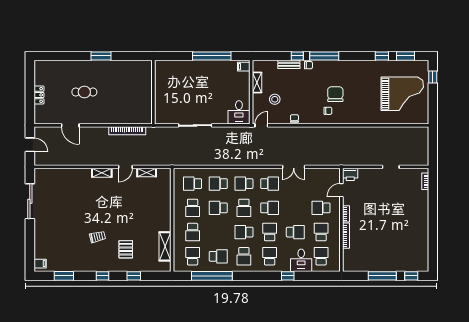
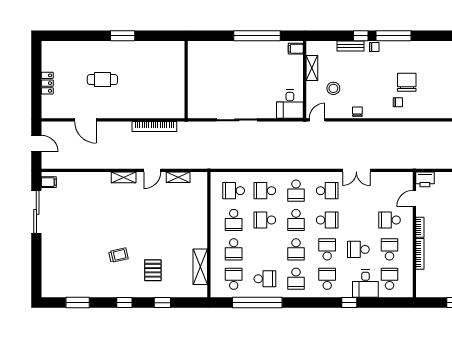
school desk: (244, 184) -> (296, 191), turned -90
school desk: (244, 232) -> (296, 249), turned -90
school desk: (295, 232) -> (358, 249), turned 180
filing cabinet: (40, 264) -> (49, 182), moved

